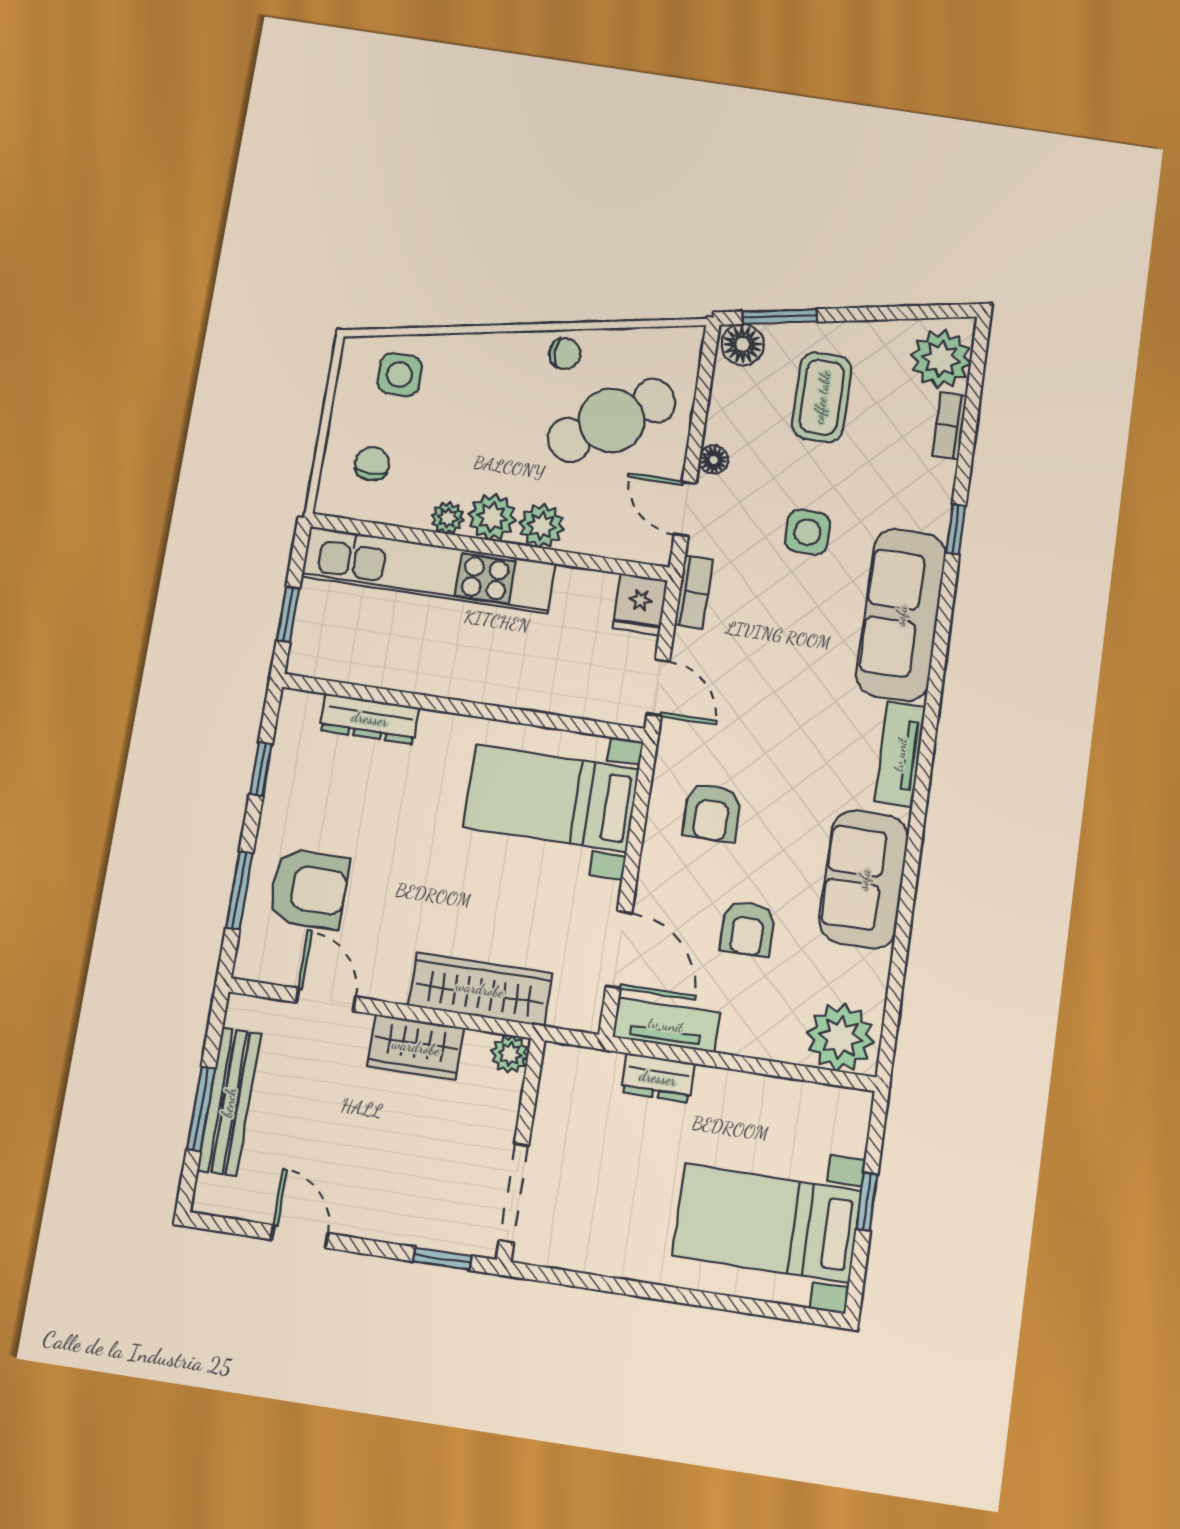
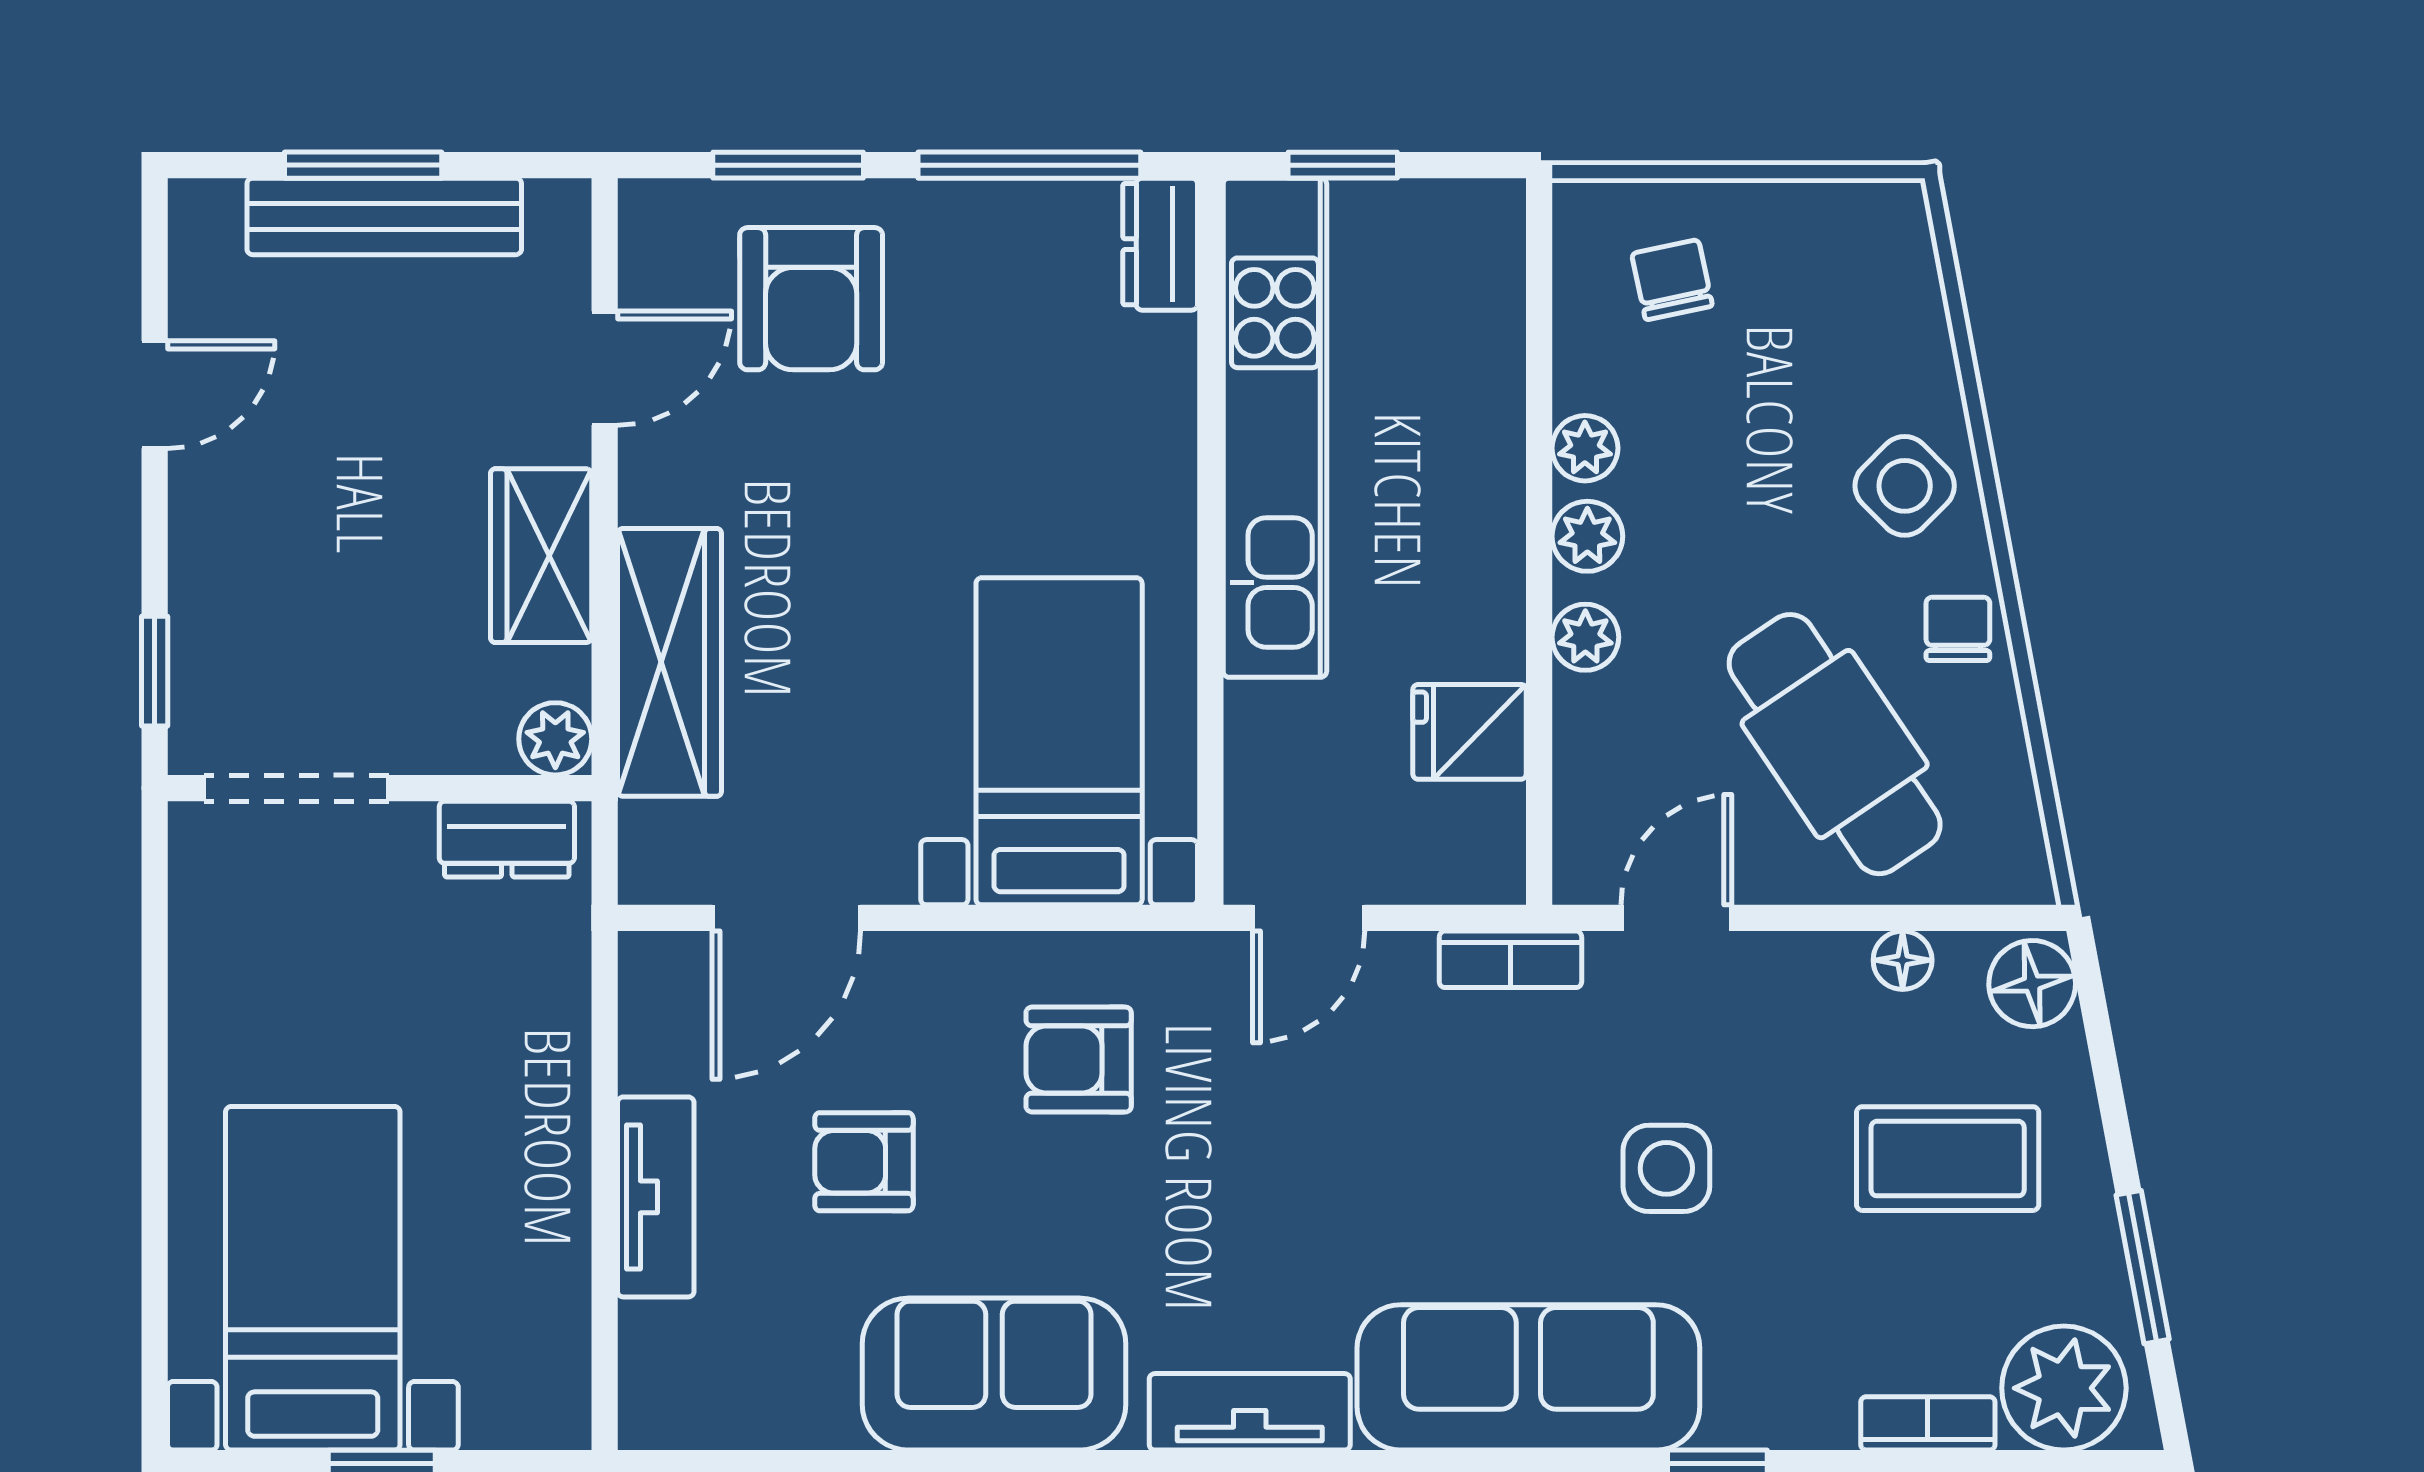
window: (780, 317) -> (2143, 1267), moved
chair: (565, 354) -> (1958, 629), turned 180
side table: (400, 375) -> (1905, 486), moved, turned 45
floor lamp: (714, 460) -> (1903, 960), moved
chair: (372, 464) -> (1672, 280), turned -102
plant: (492, 517) -> (1587, 536), width x0.73, depth x0.73
plant: (541, 526) -> (1585, 637), width x0.73, depth x0.73
kitchen unit: (429, 570) -> (1275, 428), moved, turned 180
fridge: (640, 604) -> (1470, 732), moved
dresser: (370, 719) -> (1160, 244), moved, width x0.70
window: (261, 769) -> (1029, 165), width x2.17
tv unit: (666, 1025) -> (656, 1197), moved
plant: (840, 1037) -> (684, 1370), removed
dresser: (658, 1078) -> (507, 839), moved, turned -90

